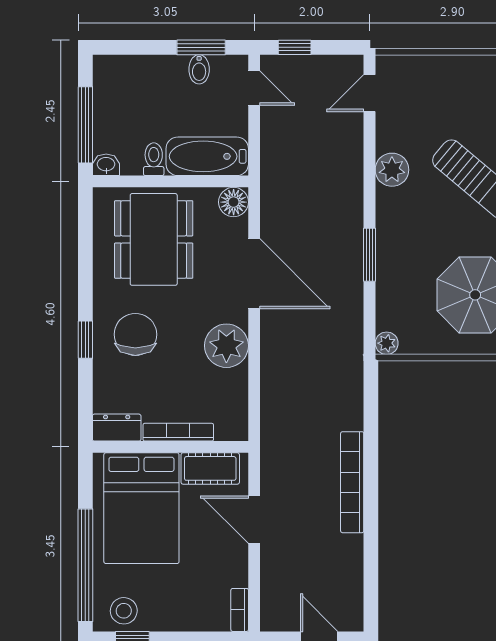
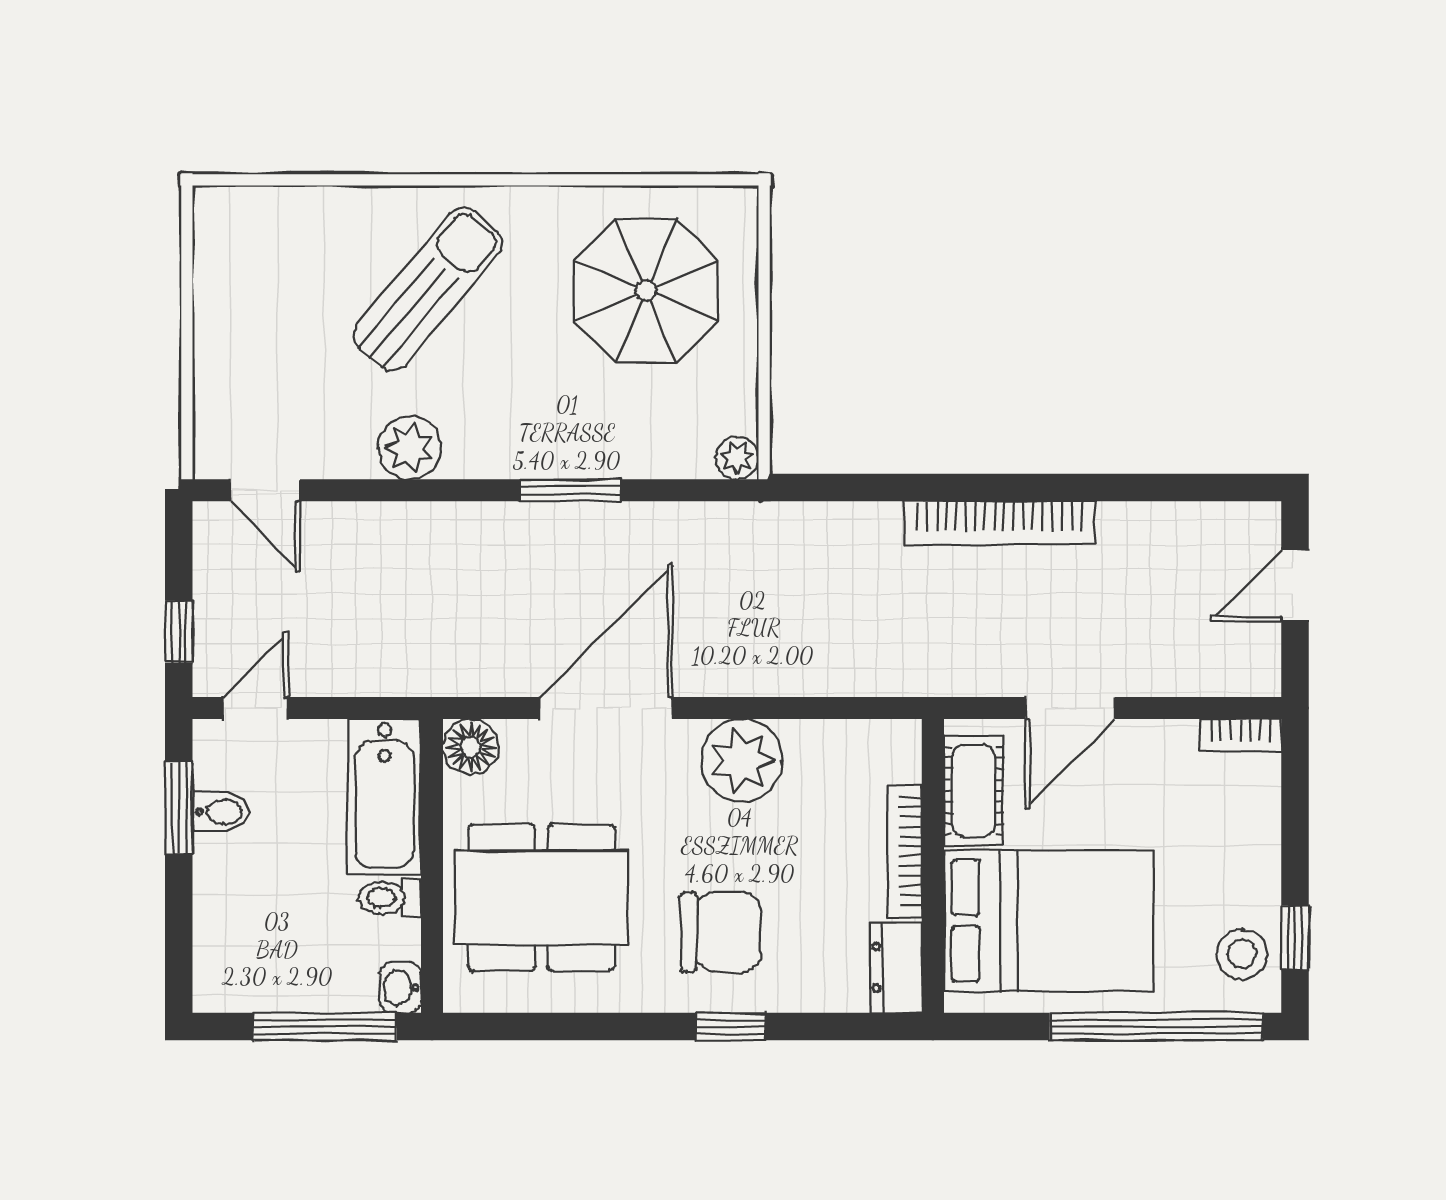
chair: (135, 334) -> (721, 932), turned 180

